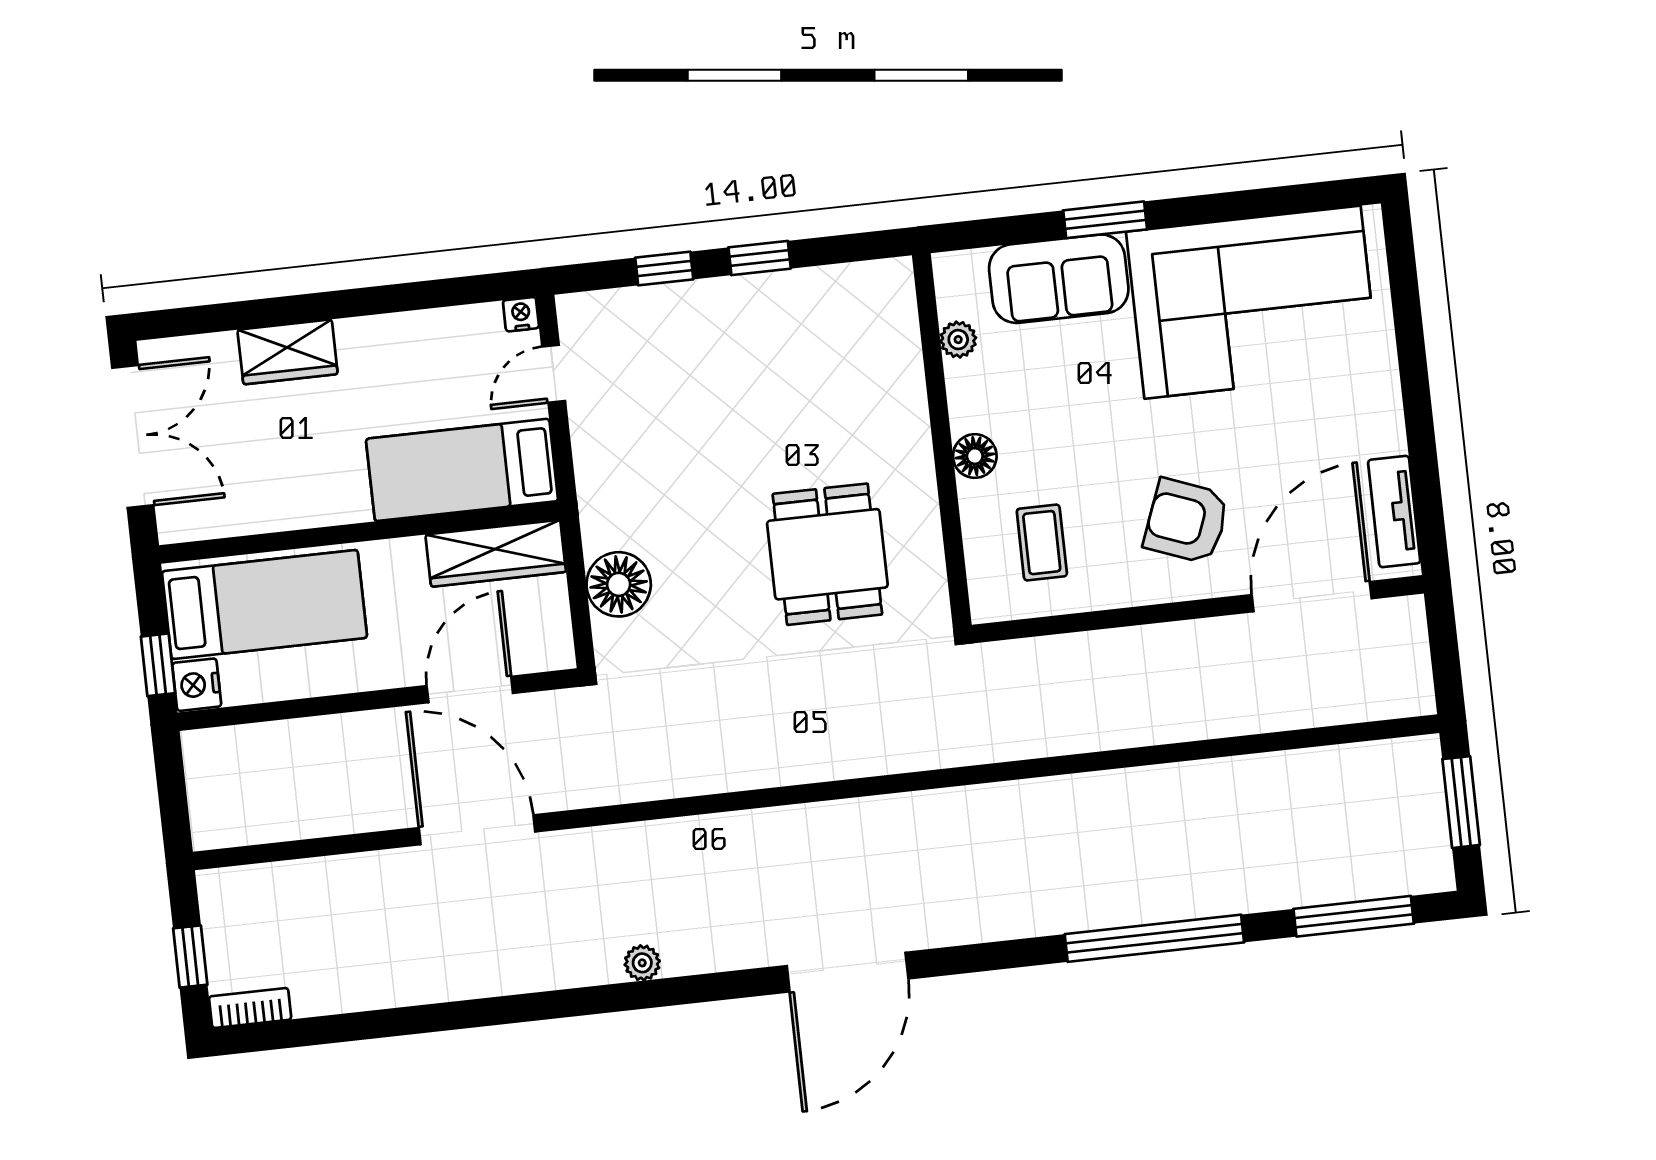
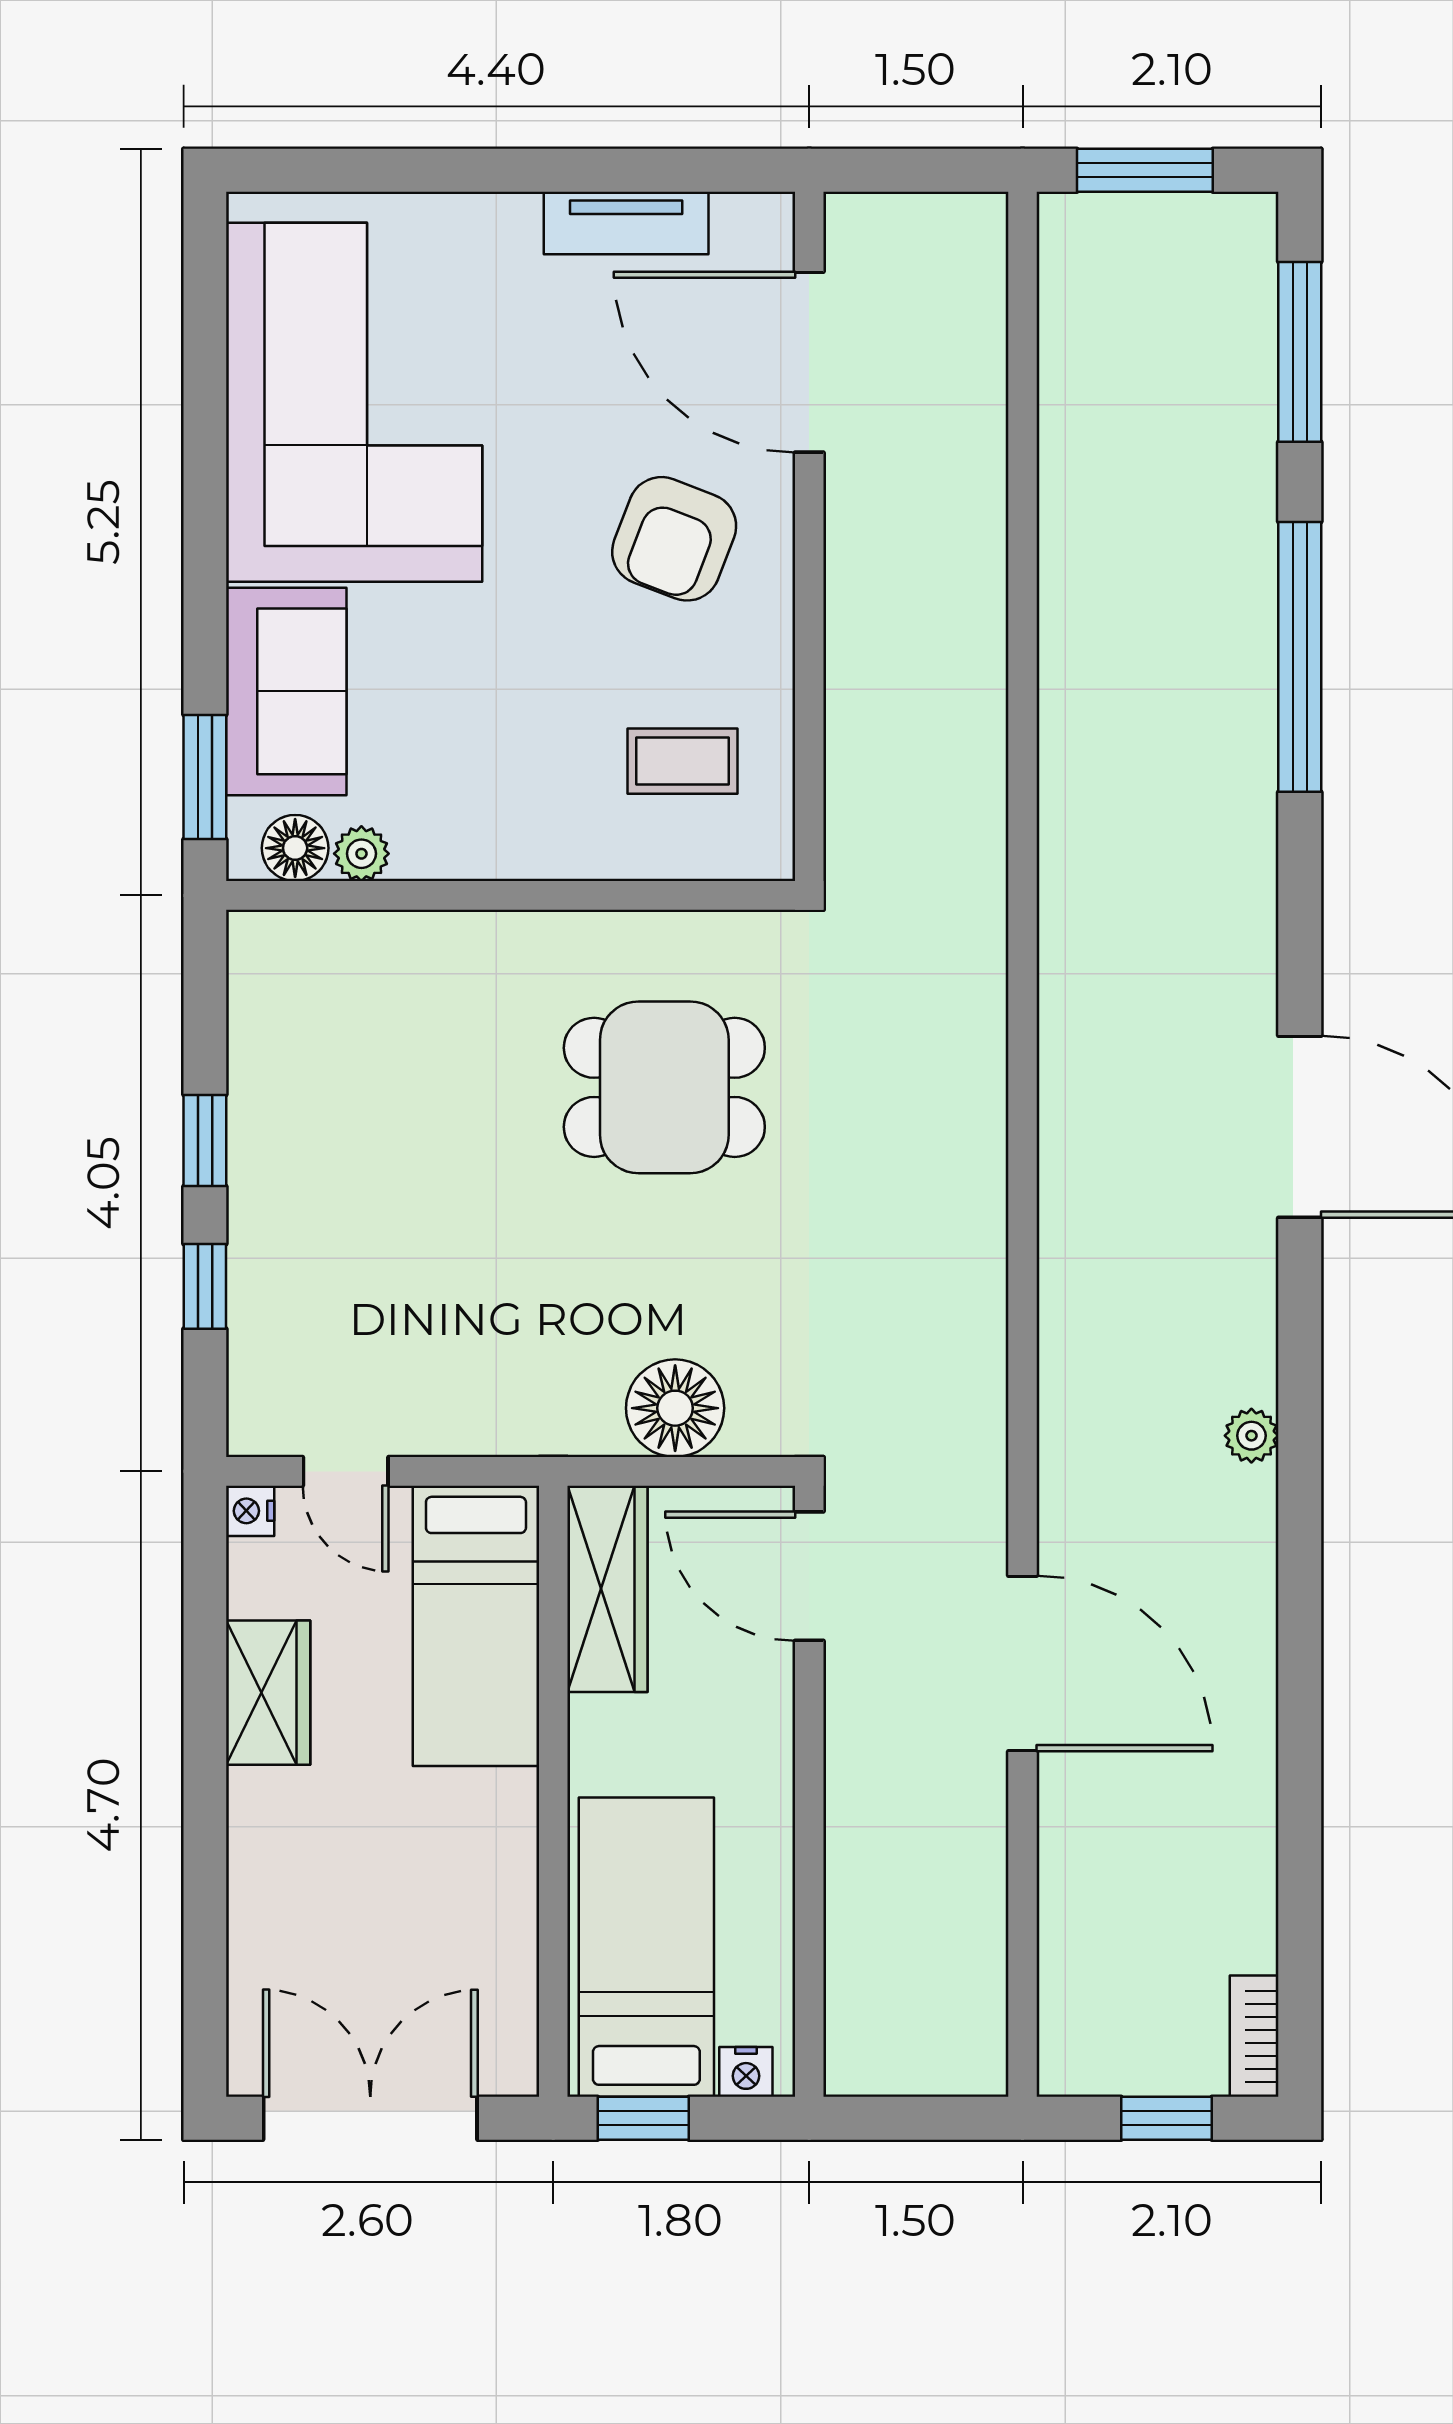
window: (1105, 220) -> (205, 777), moved
wardrobe: (288, 352) -> (268, 1693), moved
floor lamp: (975, 456) -> (295, 848), moved
tv unit: (1394, 512) -> (626, 223), moved
window: (158, 665) -> (643, 2118), moved
nightstand: (197, 685) -> (746, 2072), width x0.72, depth x0.74
door: (470, 690) -> (809, 1576), moved
door: (477, 830) -> (1023, 1663), swing flipped

